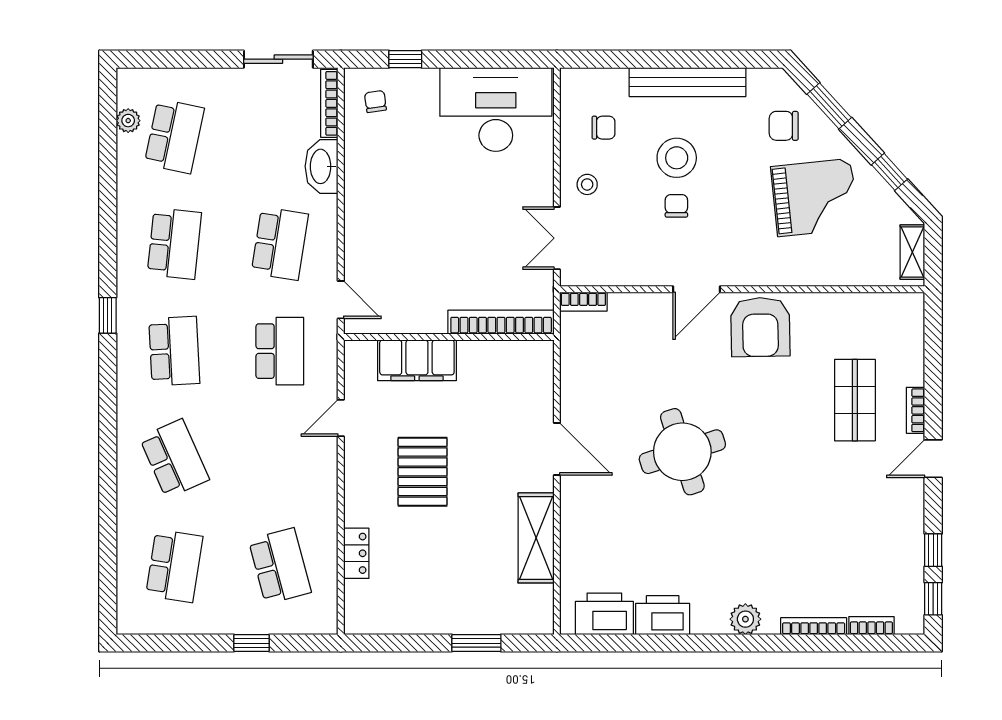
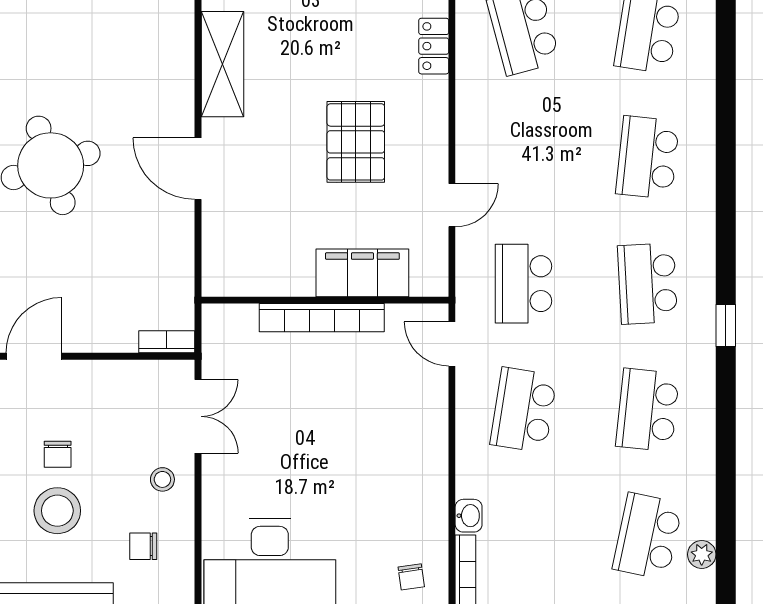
washbasin: (322, 166) -> (469, 516), width x0.52, depth x0.69
bookcase: (501, 322) -> (322, 318), moved
school desk: (174, 459) -> (648, 157), turned 30

